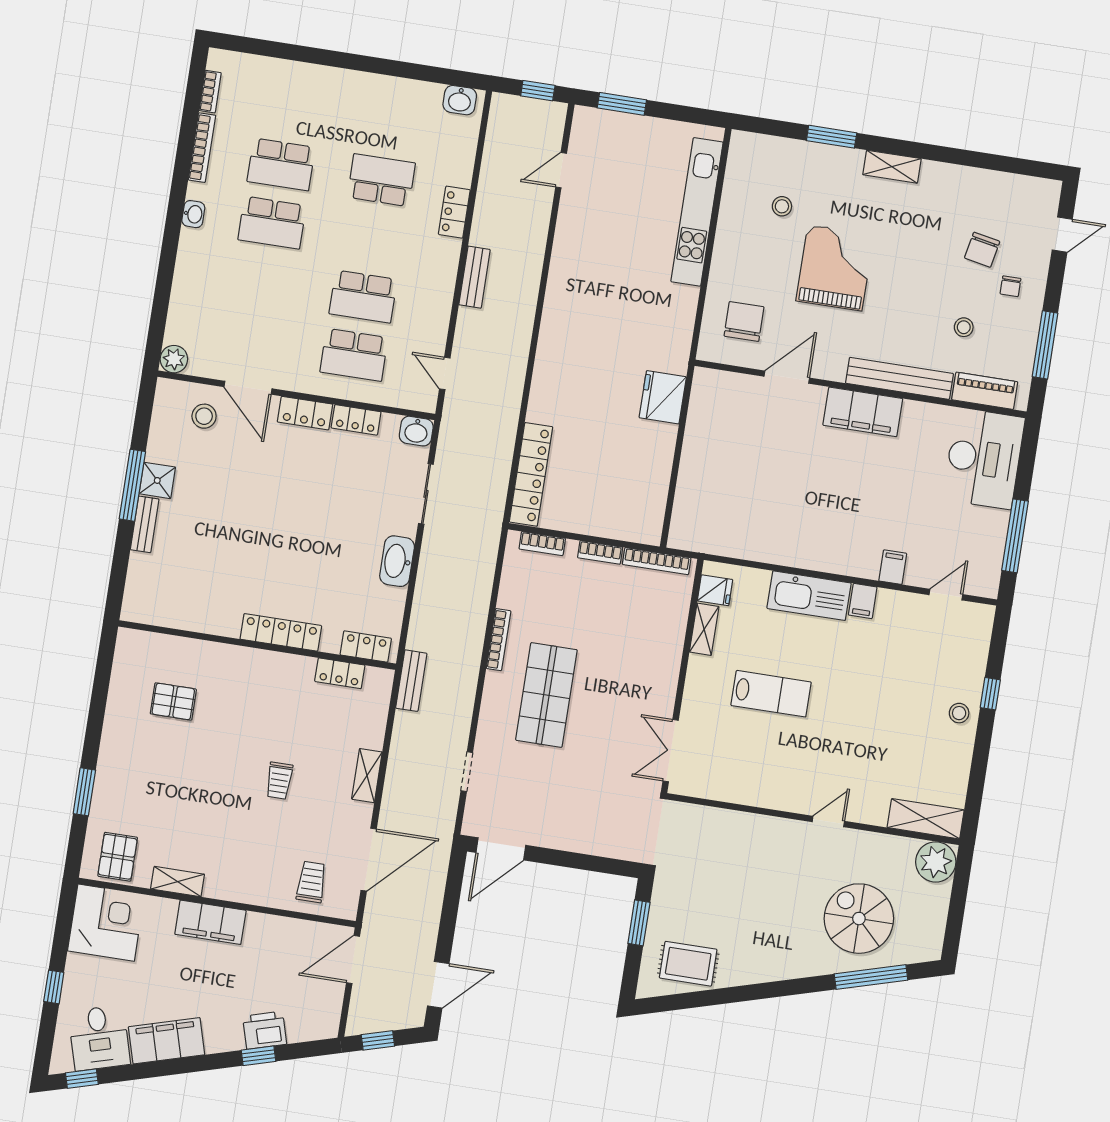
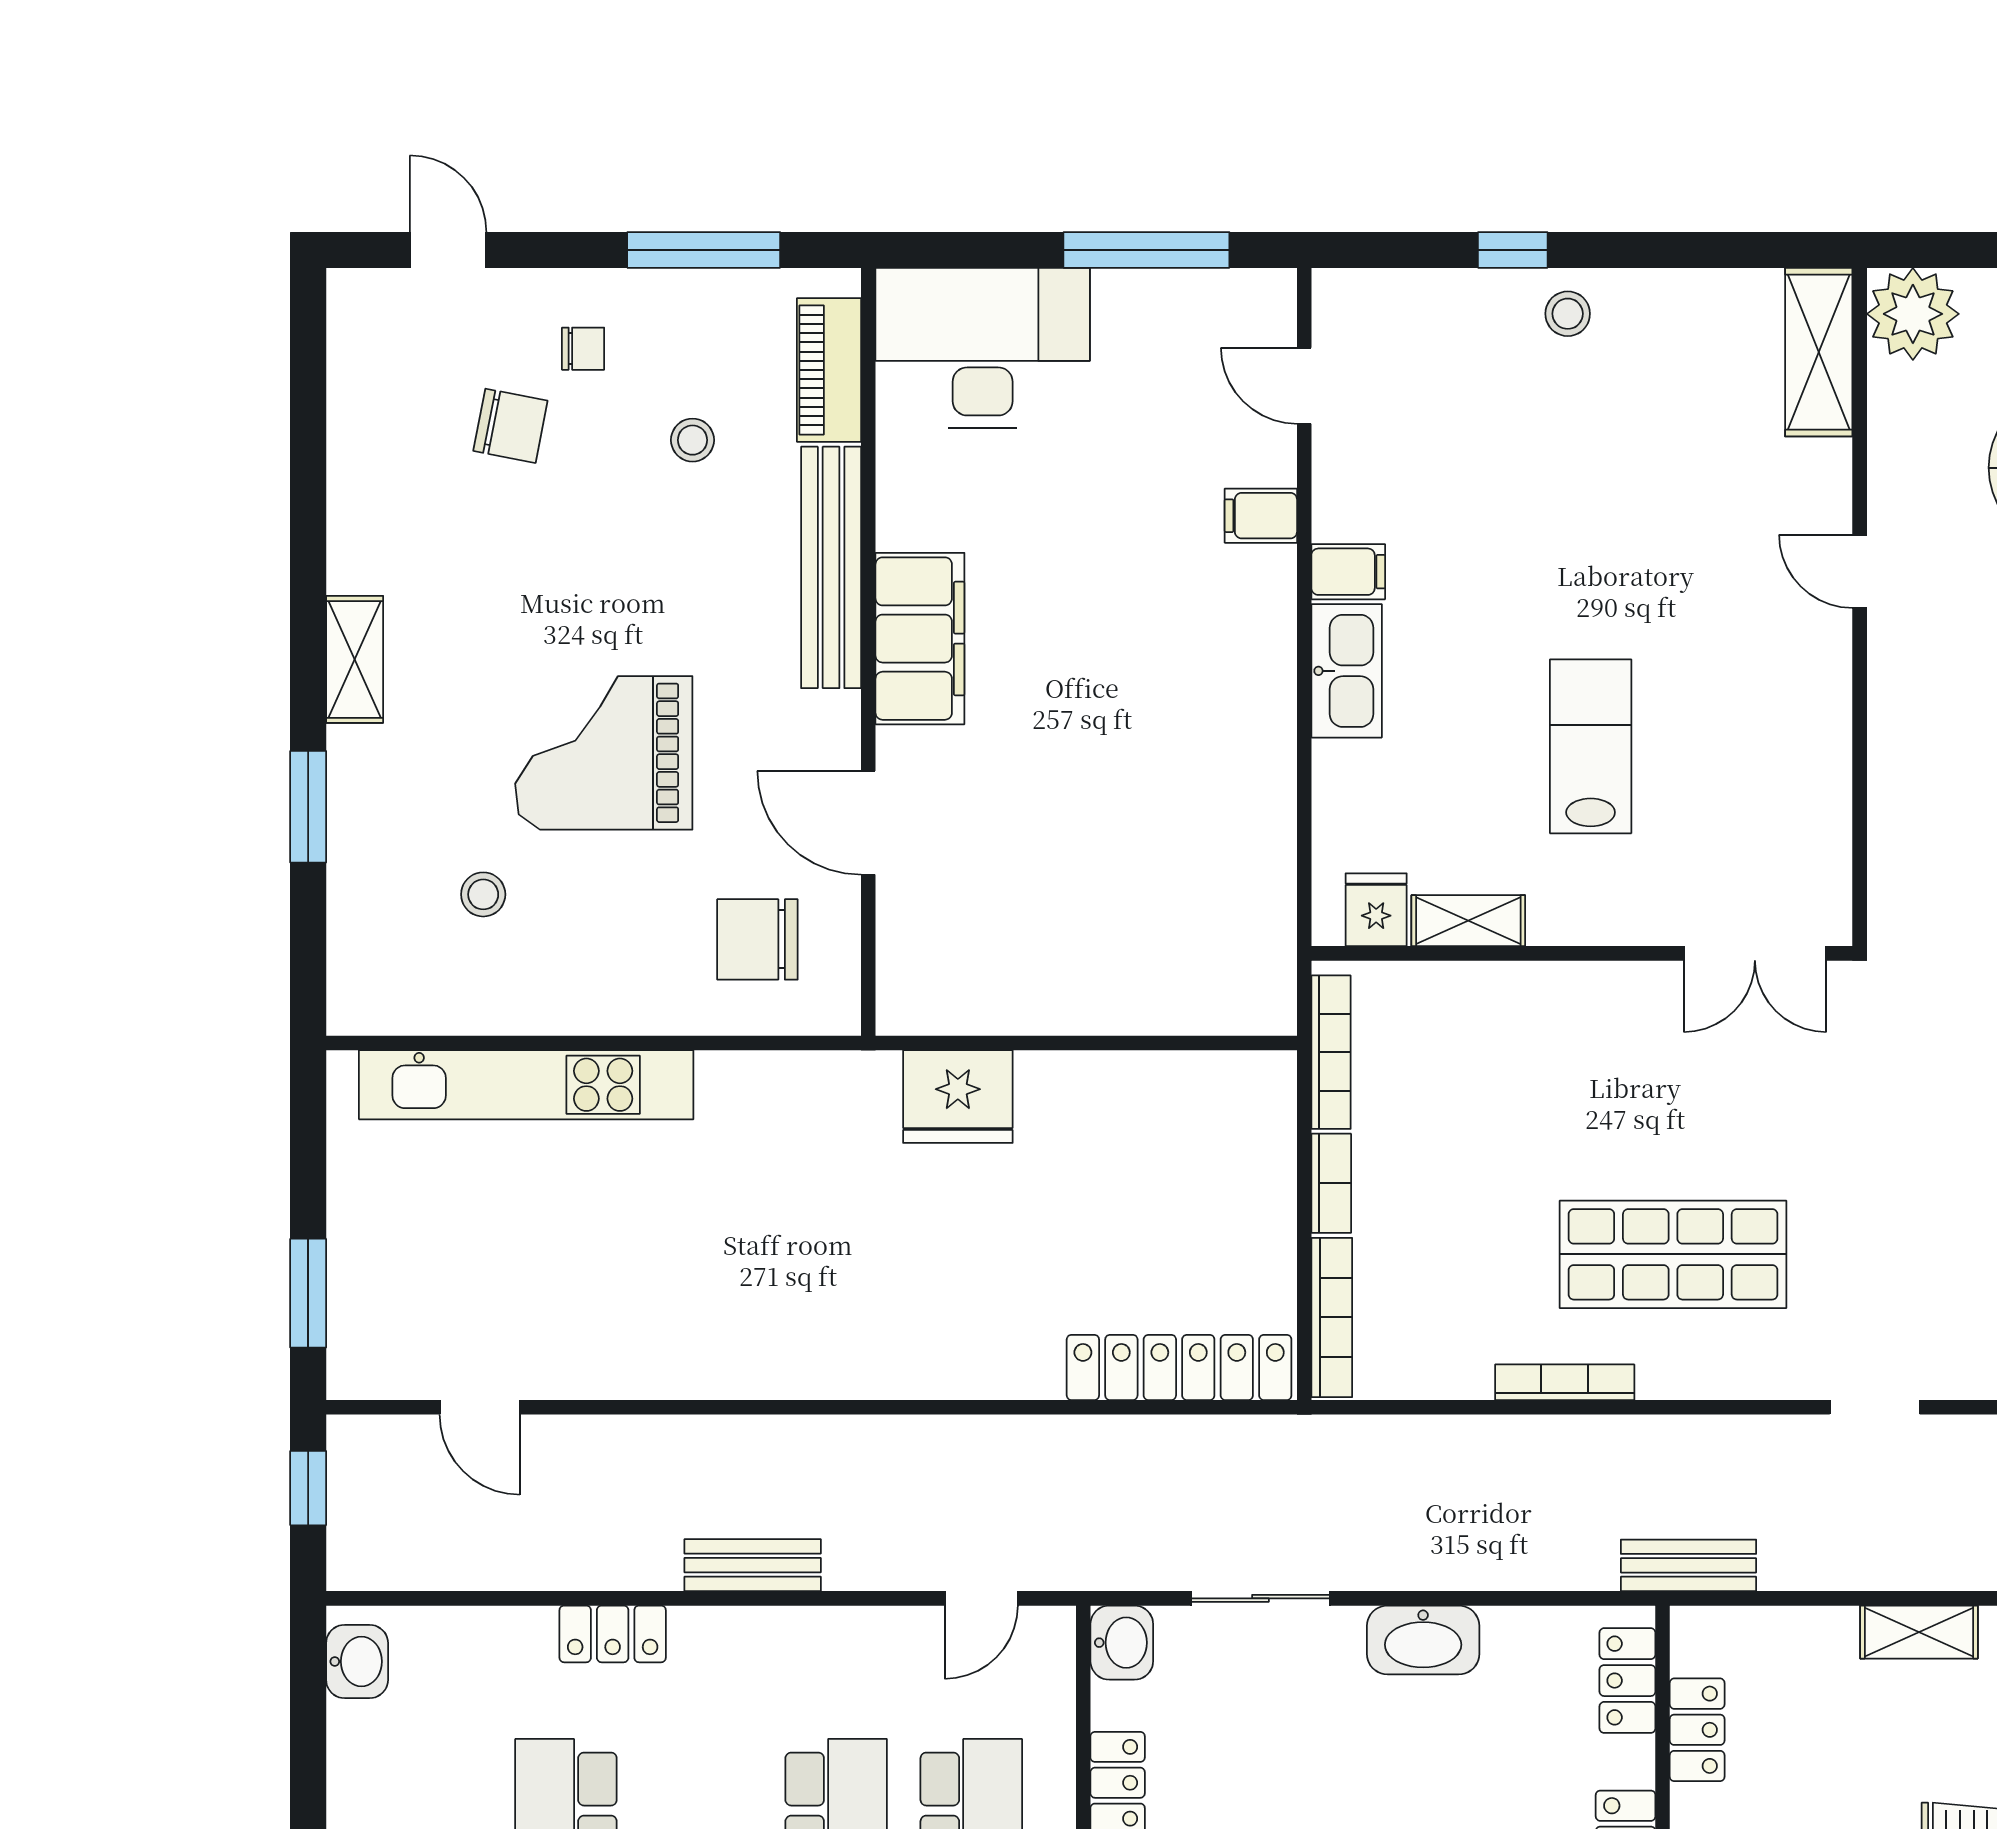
bookcase: (542, 544) -> (1332, 1317), width x1.56
kitchen sink: (809, 596) -> (1347, 671), width x0.73, depth x0.81

